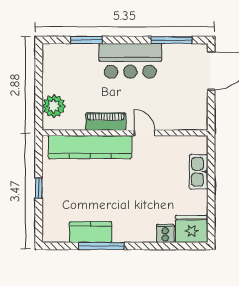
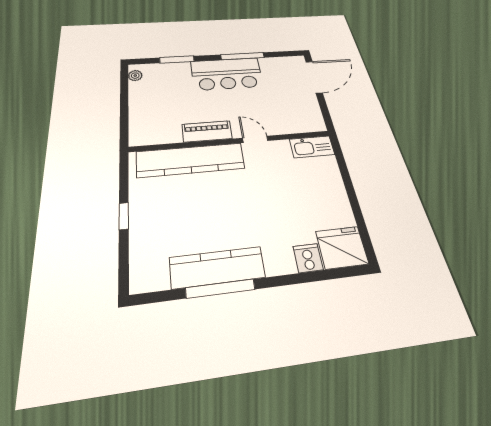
window: (171, 40) -> (242, 56), moved
plant: (54, 106) -> (135, 76), moved, width x0.53, depth x0.53
kitchen sink: (199, 172) -> (312, 147), moved, turned -90
kitchen counter: (91, 232) -> (217, 267), width x1.50

